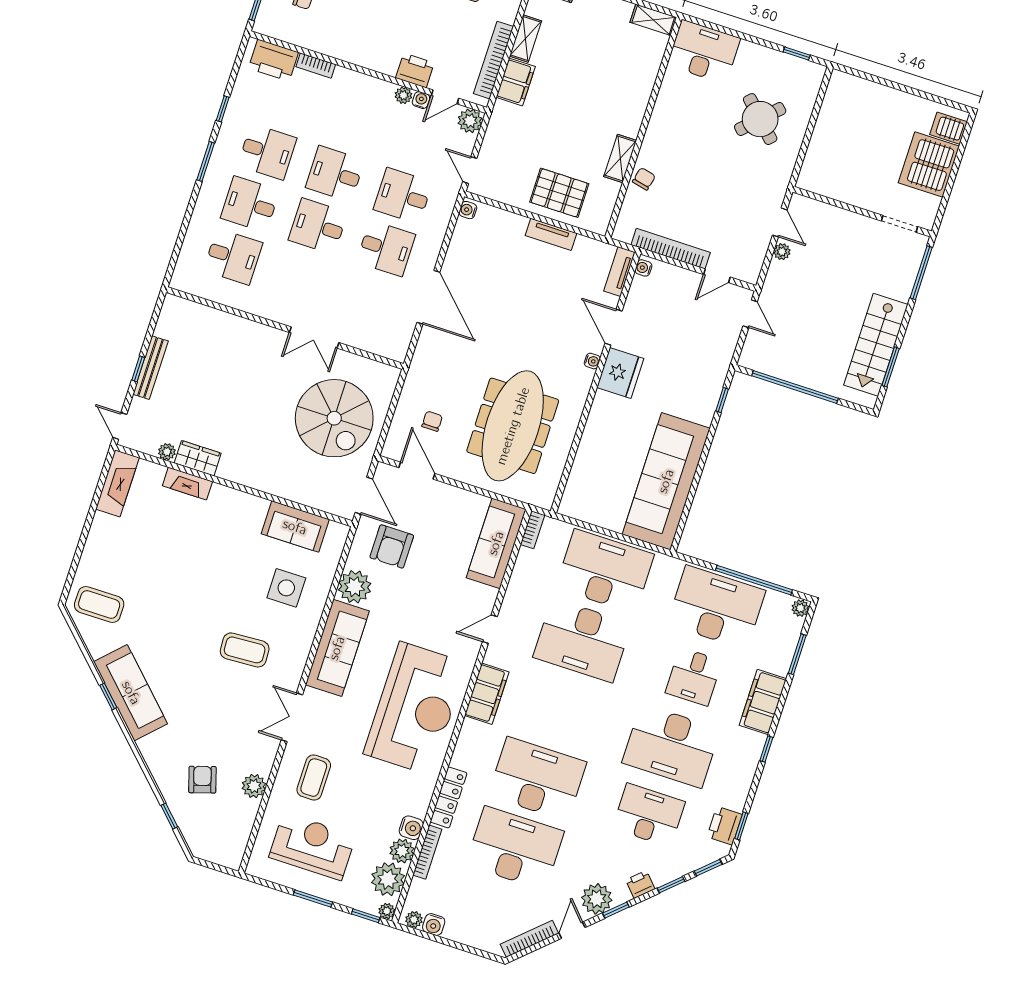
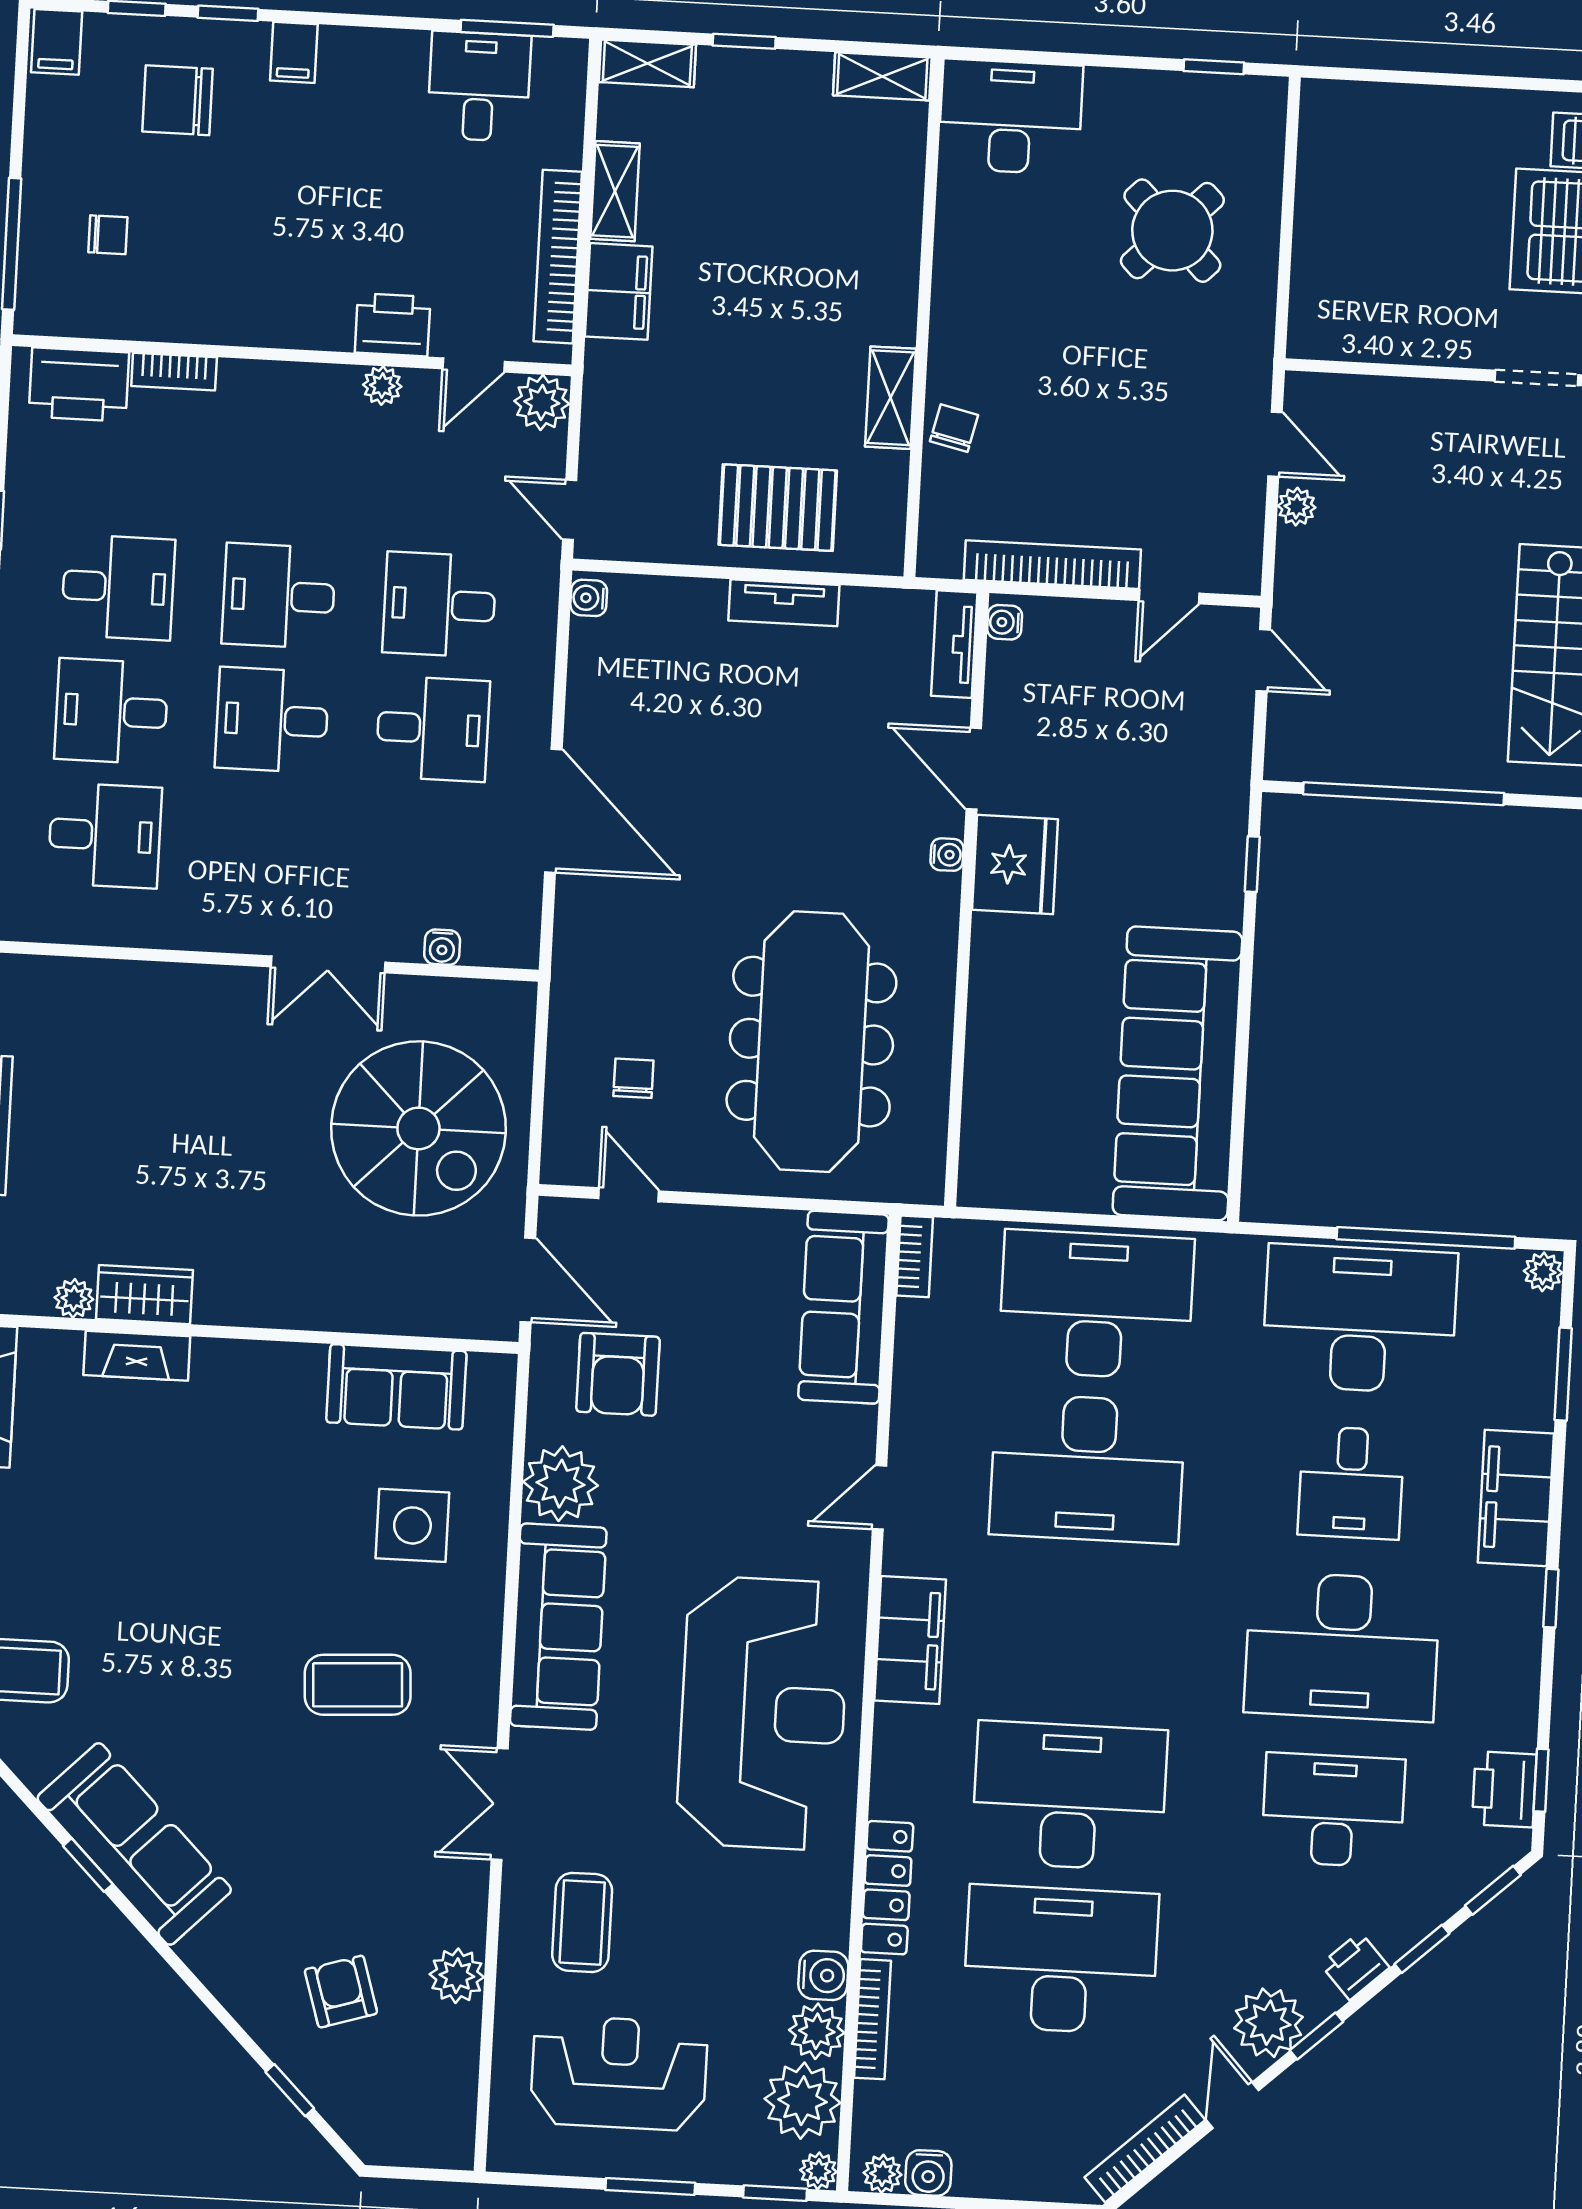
water cooler: (421, 100) -> (442, 947), moved, turned 180
door: (417, 471) -> (629, 1195), width x0.73

